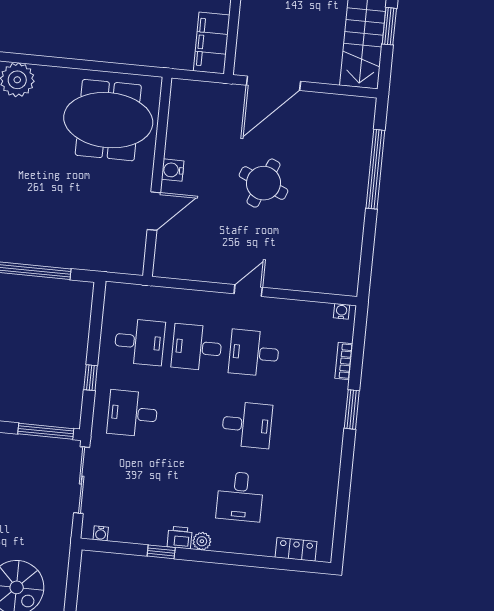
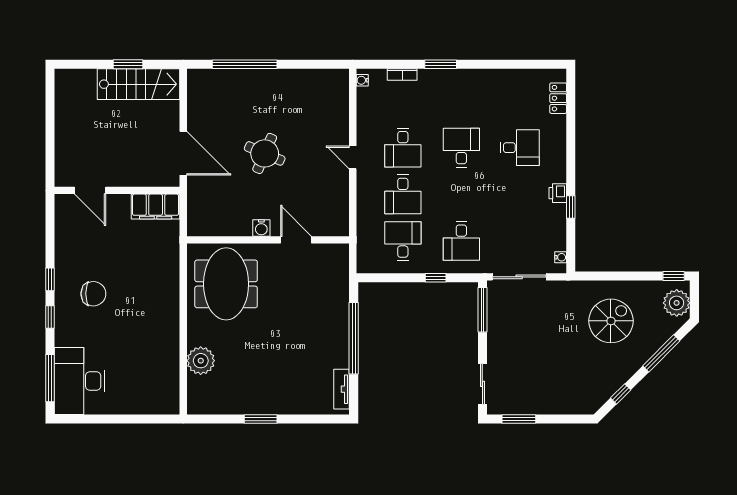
plant: (202, 541) -> (559, 175), removed

